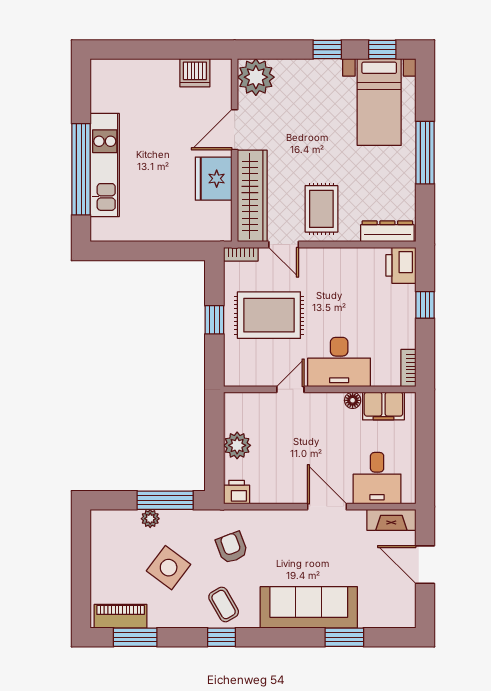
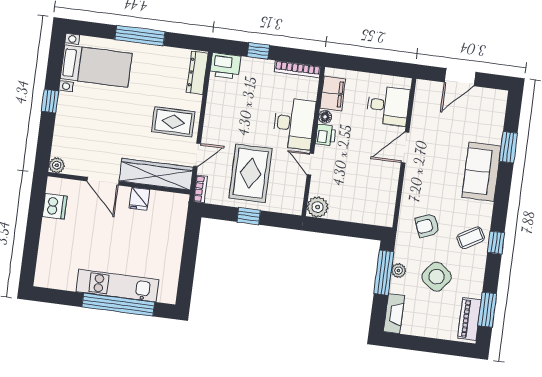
window: (382, 50) -> (56, 58), removed
plant: (256, 77) -> (57, 165), width x0.53, depth x0.53
fridge: (214, 179) -> (139, 199), width x0.53, depth x0.75
bookcase: (408, 368) -> (297, 69), width x1.56
plant: (237, 445) -> (318, 207), moved
printer: (237, 492) -> (326, 135), moved, turned 180
plant: (150, 519) -> (399, 271), moved
fireplace: (391, 520) -> (394, 314), moved
sofa: (309, 607) -> (482, 172), width x0.73

